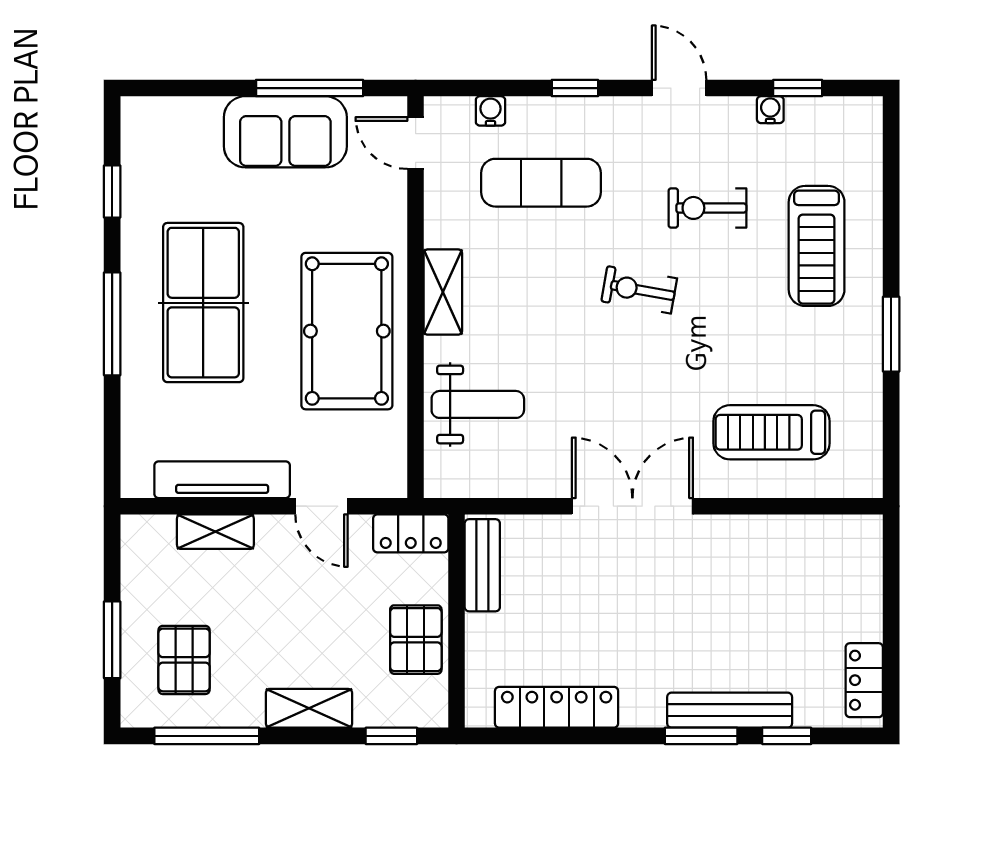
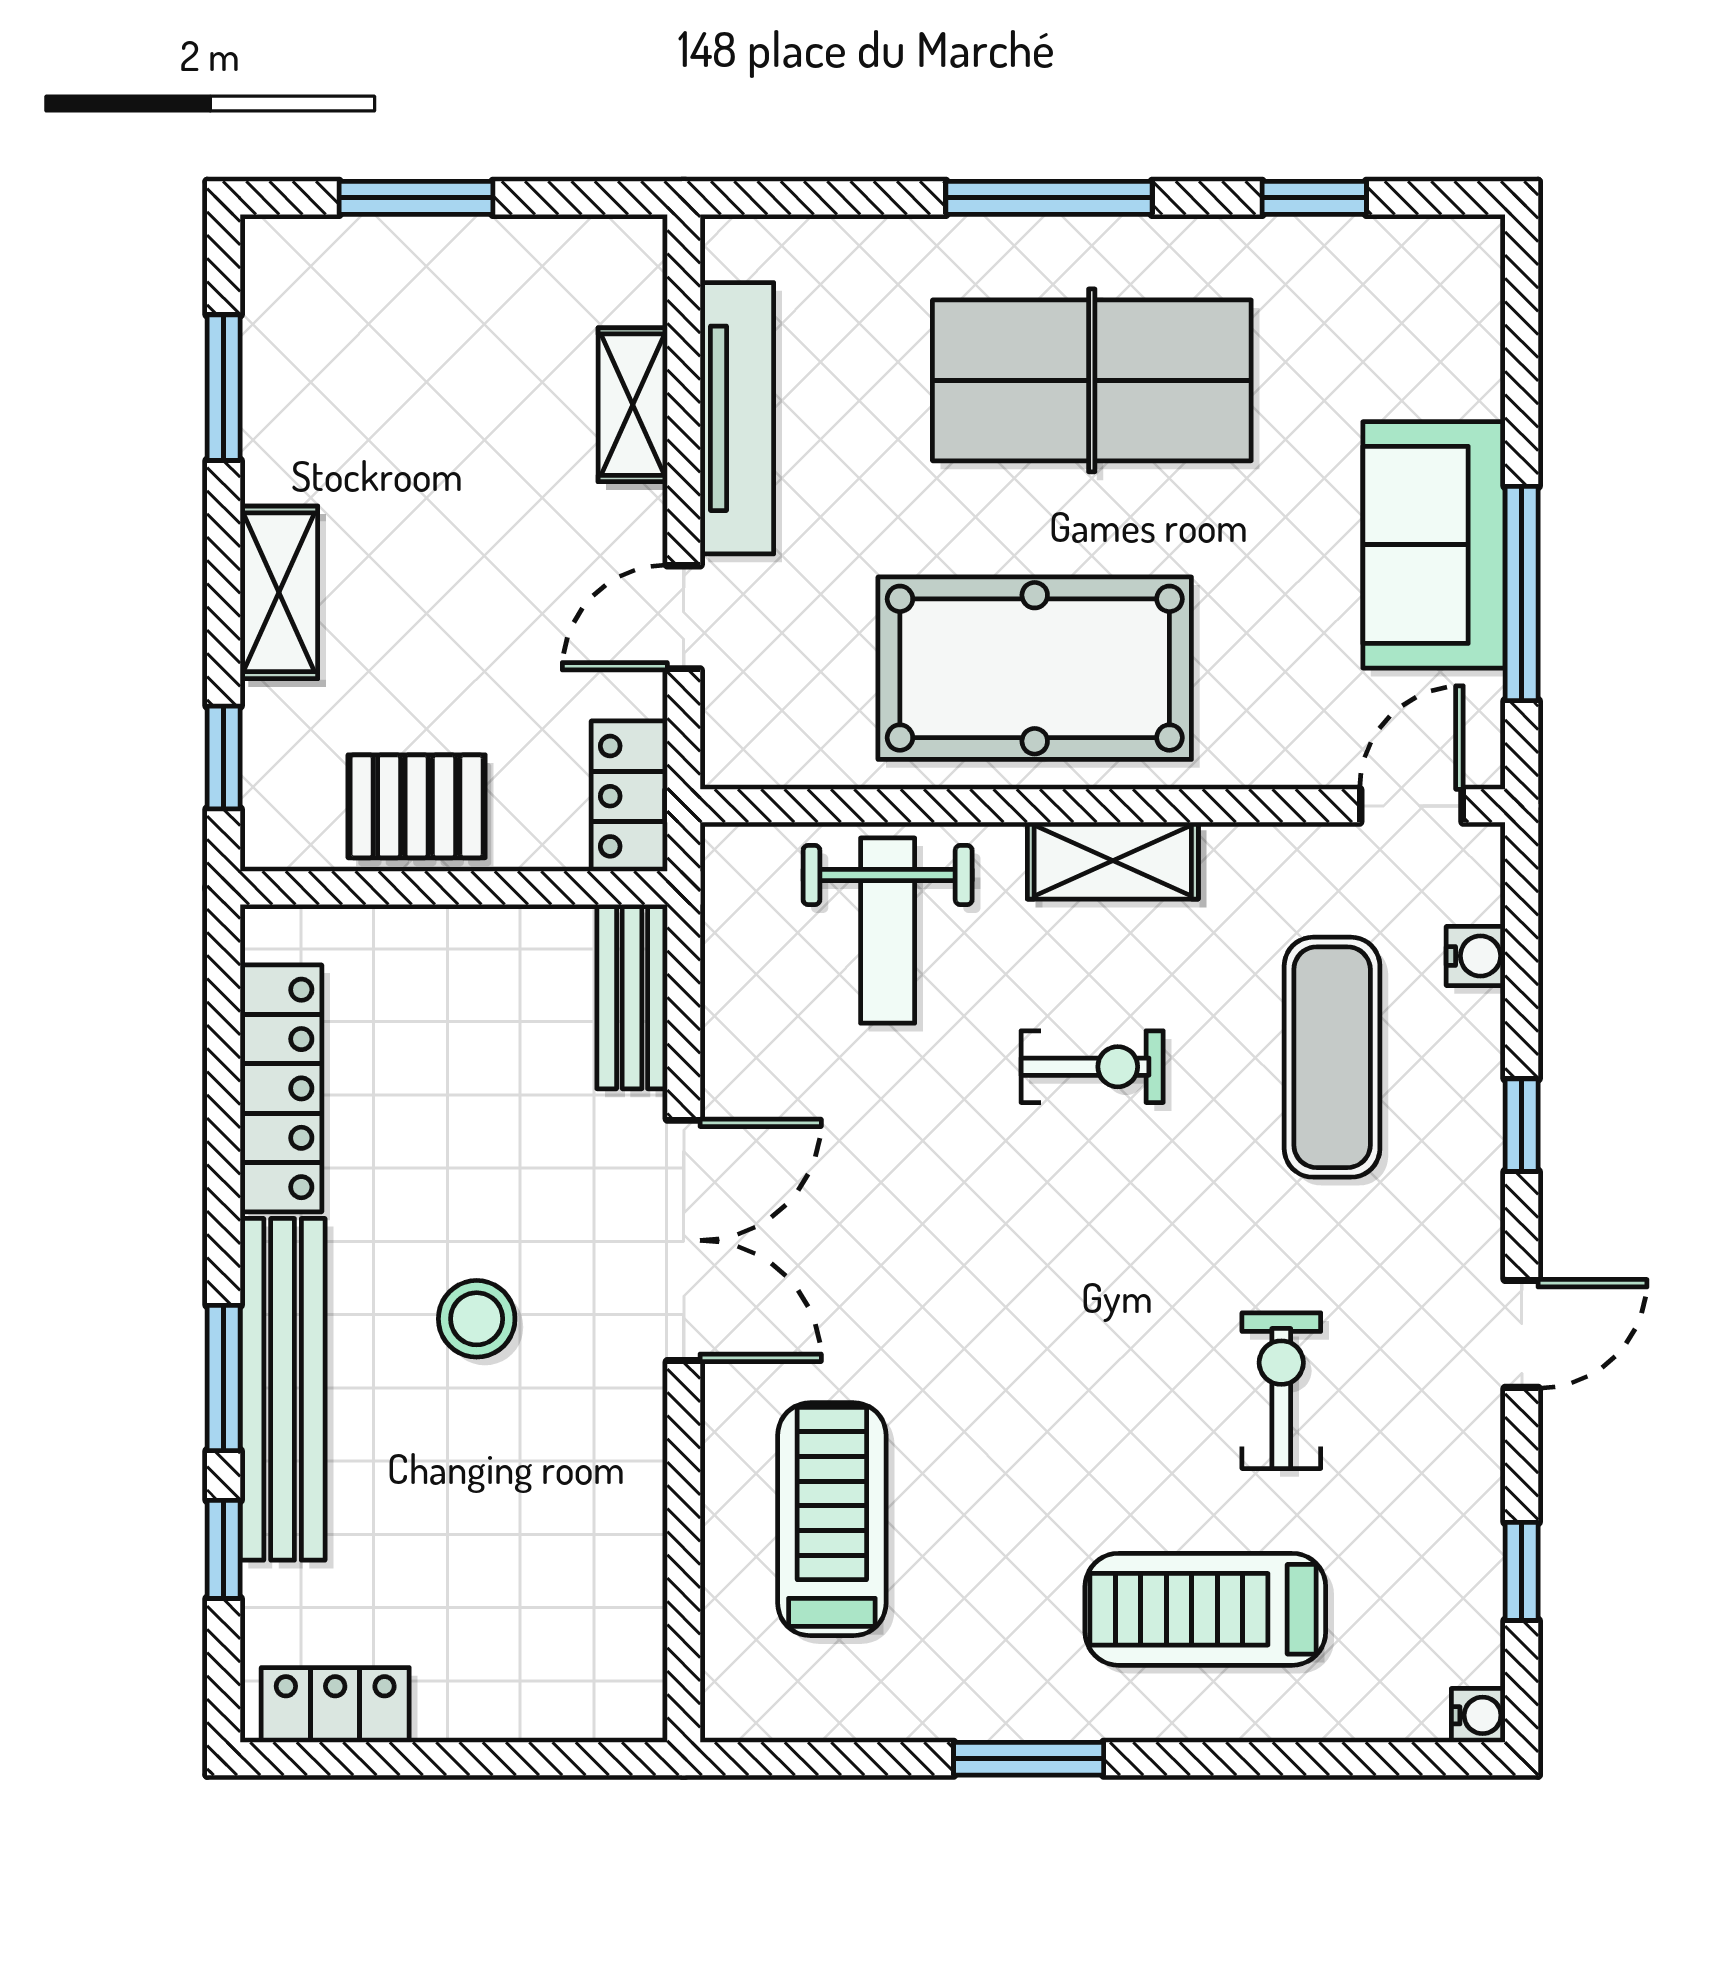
water cooler: (770, 110) -> (1478, 1715), moved
exercise bike: (639, 290) -> (1092, 1067), moved, turned 80
bench: (482, 565) -> (632, 997), moved, turned 90
stool: (672, 610) -> (477, 1319), added
pallet: (184, 660) -> (376, 342), removed
bench: (730, 710) -> (283, 1389), width x1.37, depth x1.21
window: (207, 736) -> (224, 388), width x0.69

